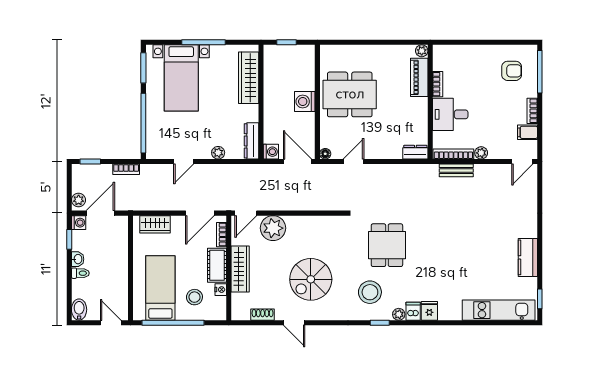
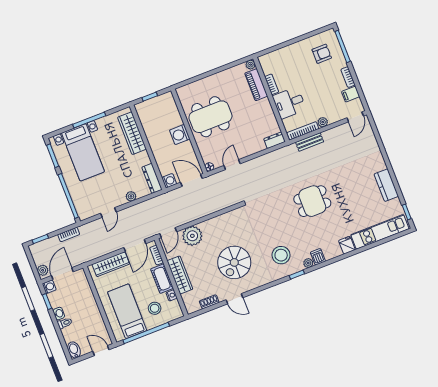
wardrobe: (155, 224) -> (111, 264), width x1.50
dining table: (387, 245) -> (312, 201), moved, turned 90
fridge: (429, 311) -> (347, 245), moved

